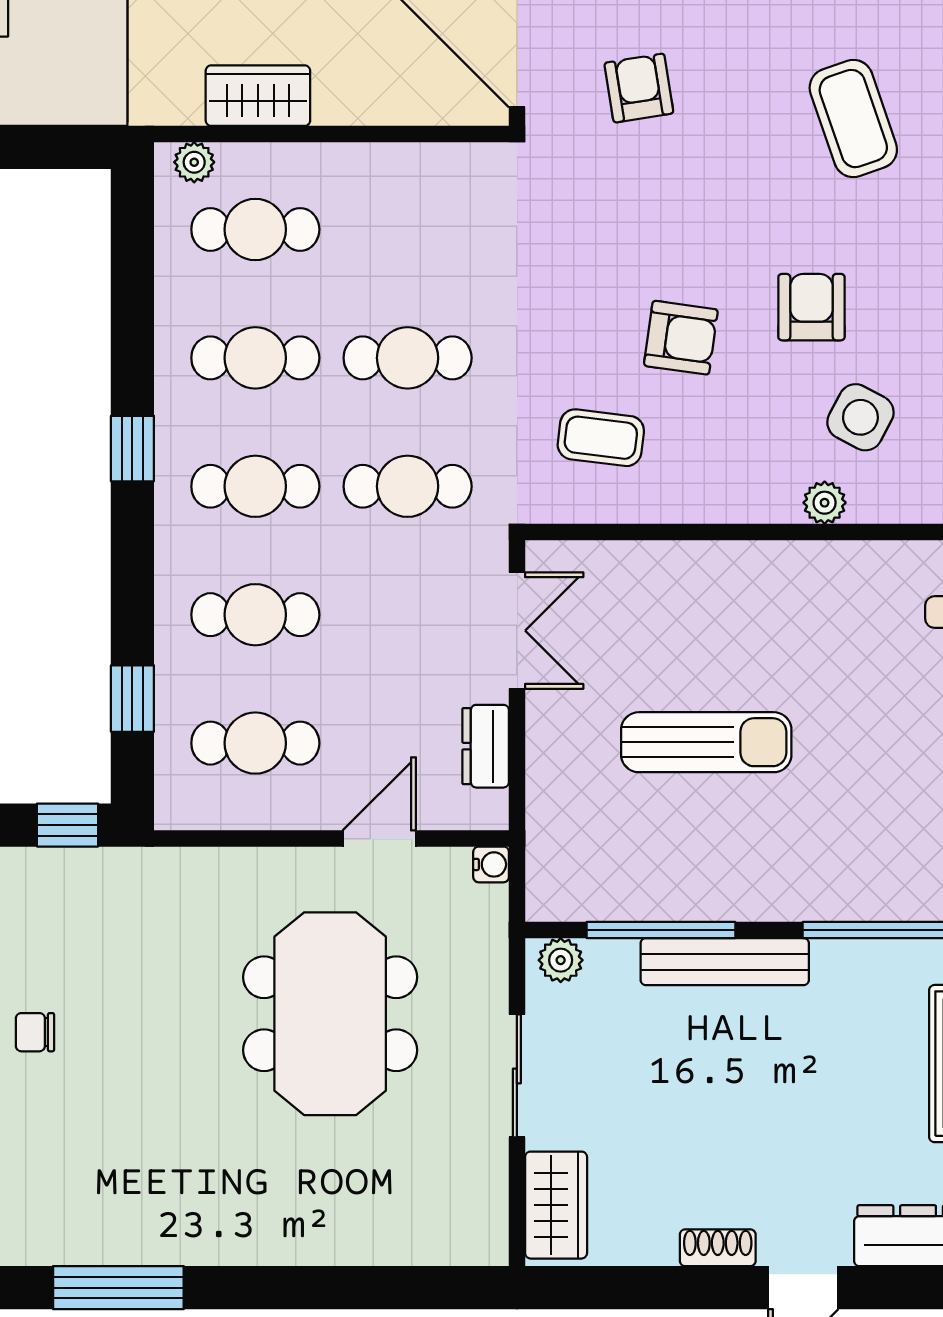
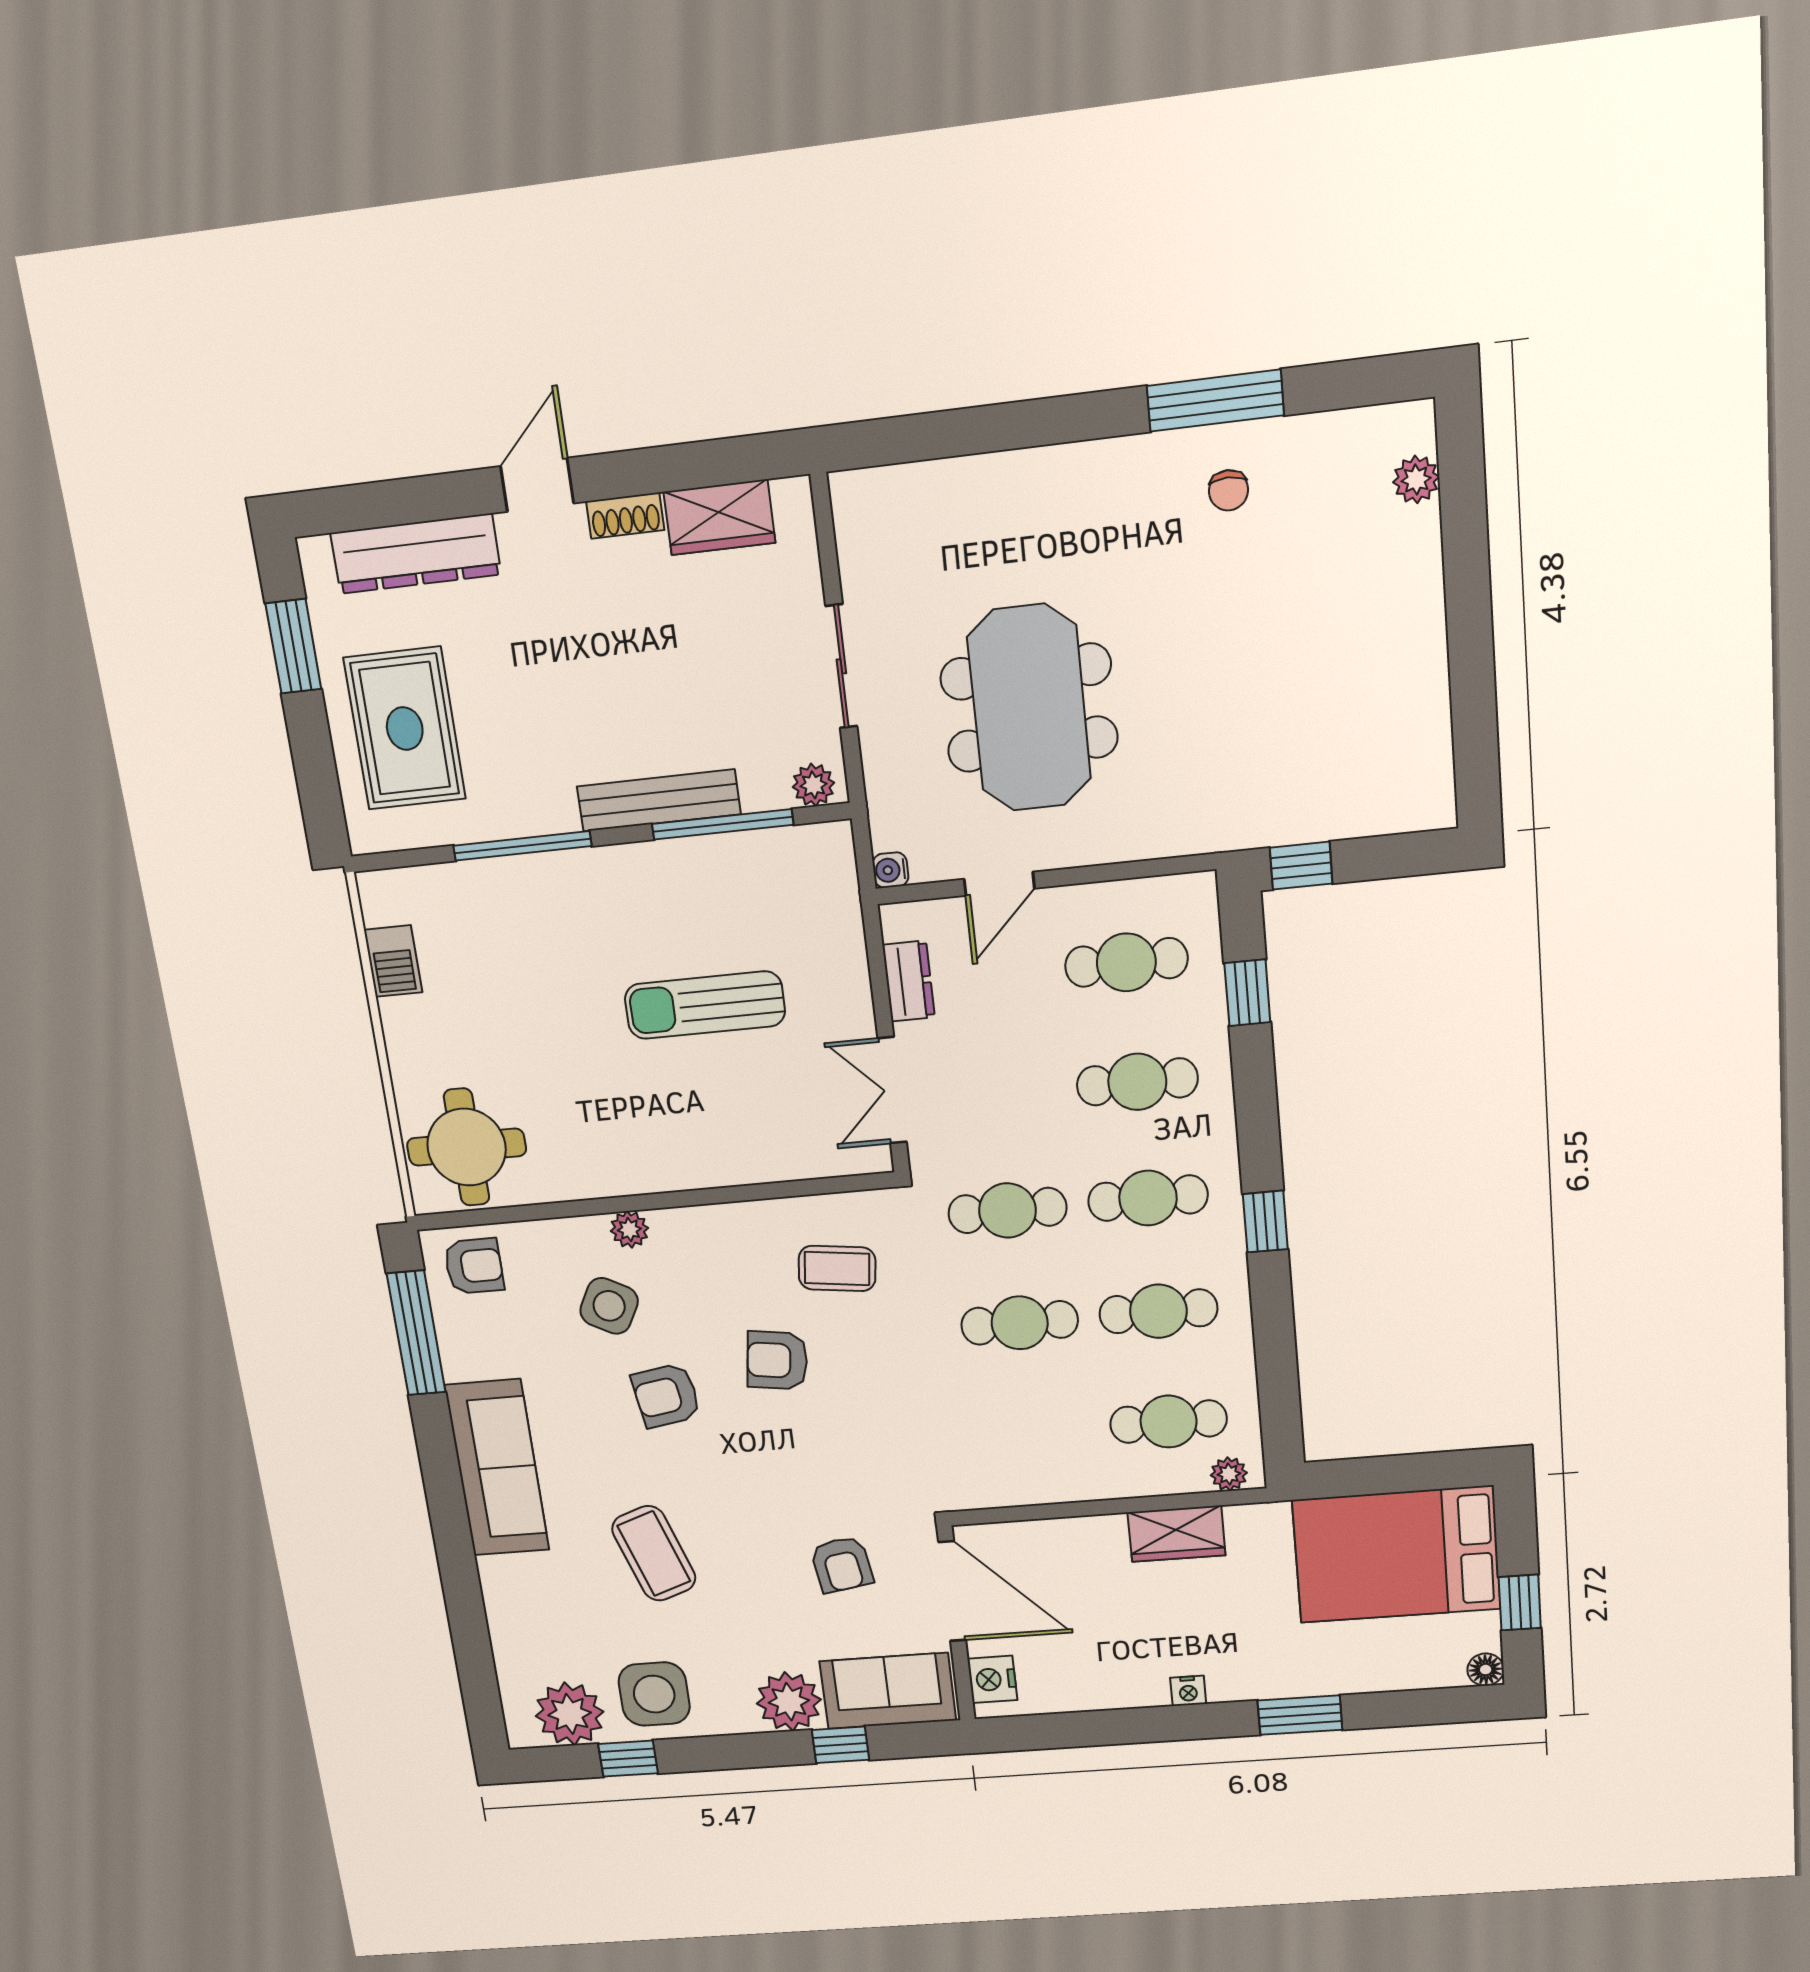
armchair: (811, 307) -> (666, 1396), turned 81
chair: (35, 1032) -> (1229, 490), moved, turned 90
wardrobe: (556, 1205) -> (719, 517), moved, turned -90

